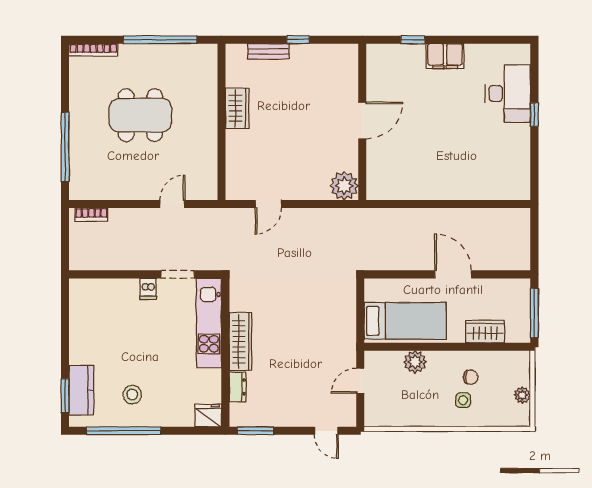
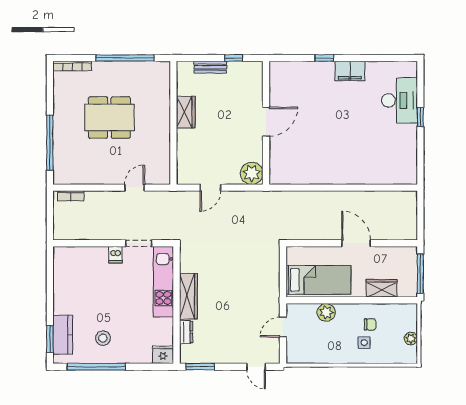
door: (362, 120) -> (266, 122), moved
wall: (362, 122) -> (266, 123), moved
plant: (344, 186) -> (252, 173), moved

